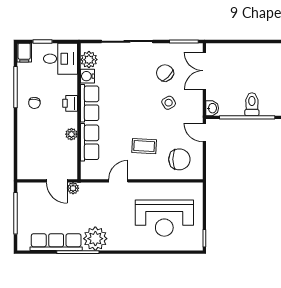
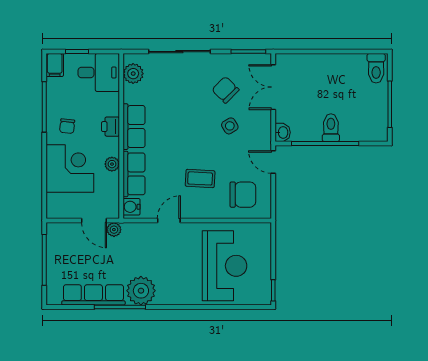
water cooler: (87, 76) -> (131, 207), moved
corner desk: (37, 138) -> (70, 168), added
reception desk: (164, 218) -> (225, 266), turned -90

